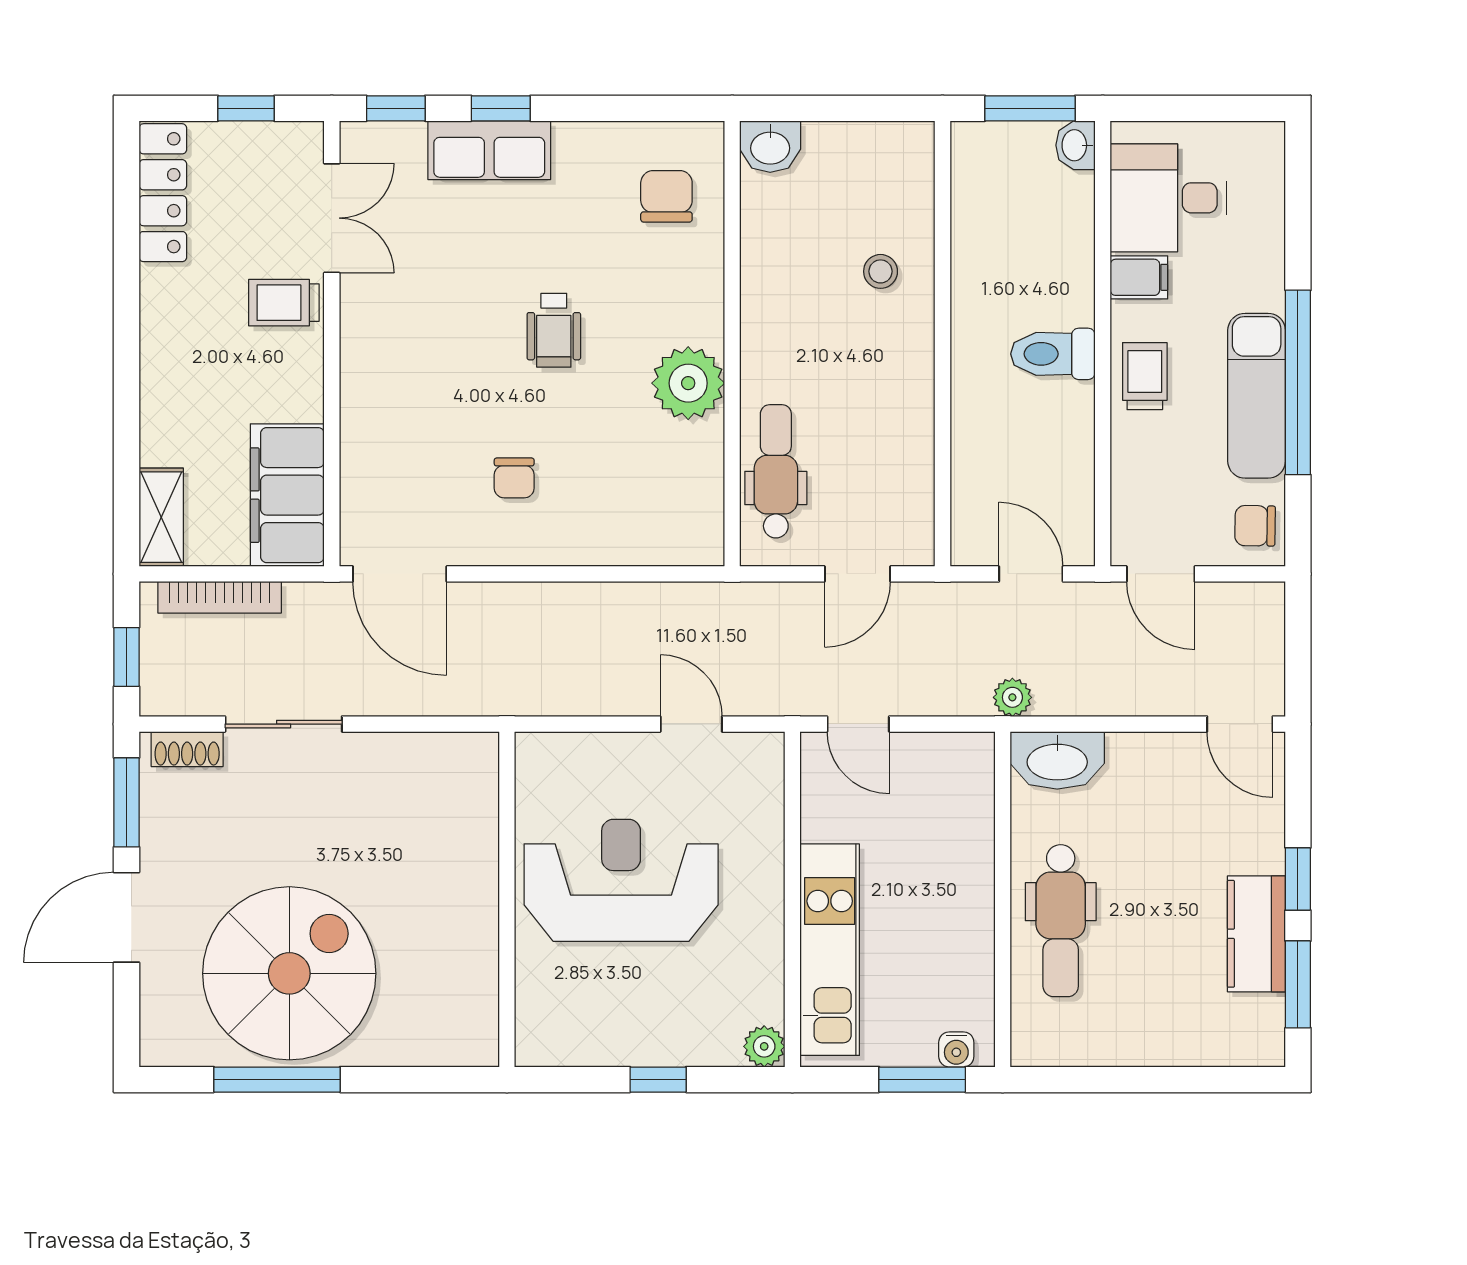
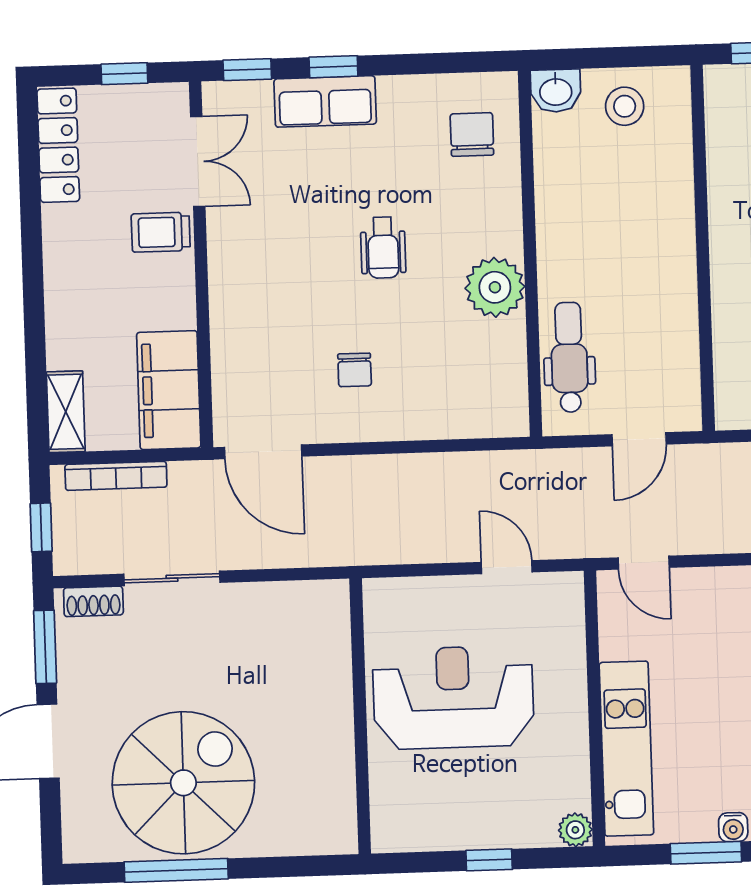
stool: (881, 271) -> (625, 106), moved, width x1.37, depth x1.37

